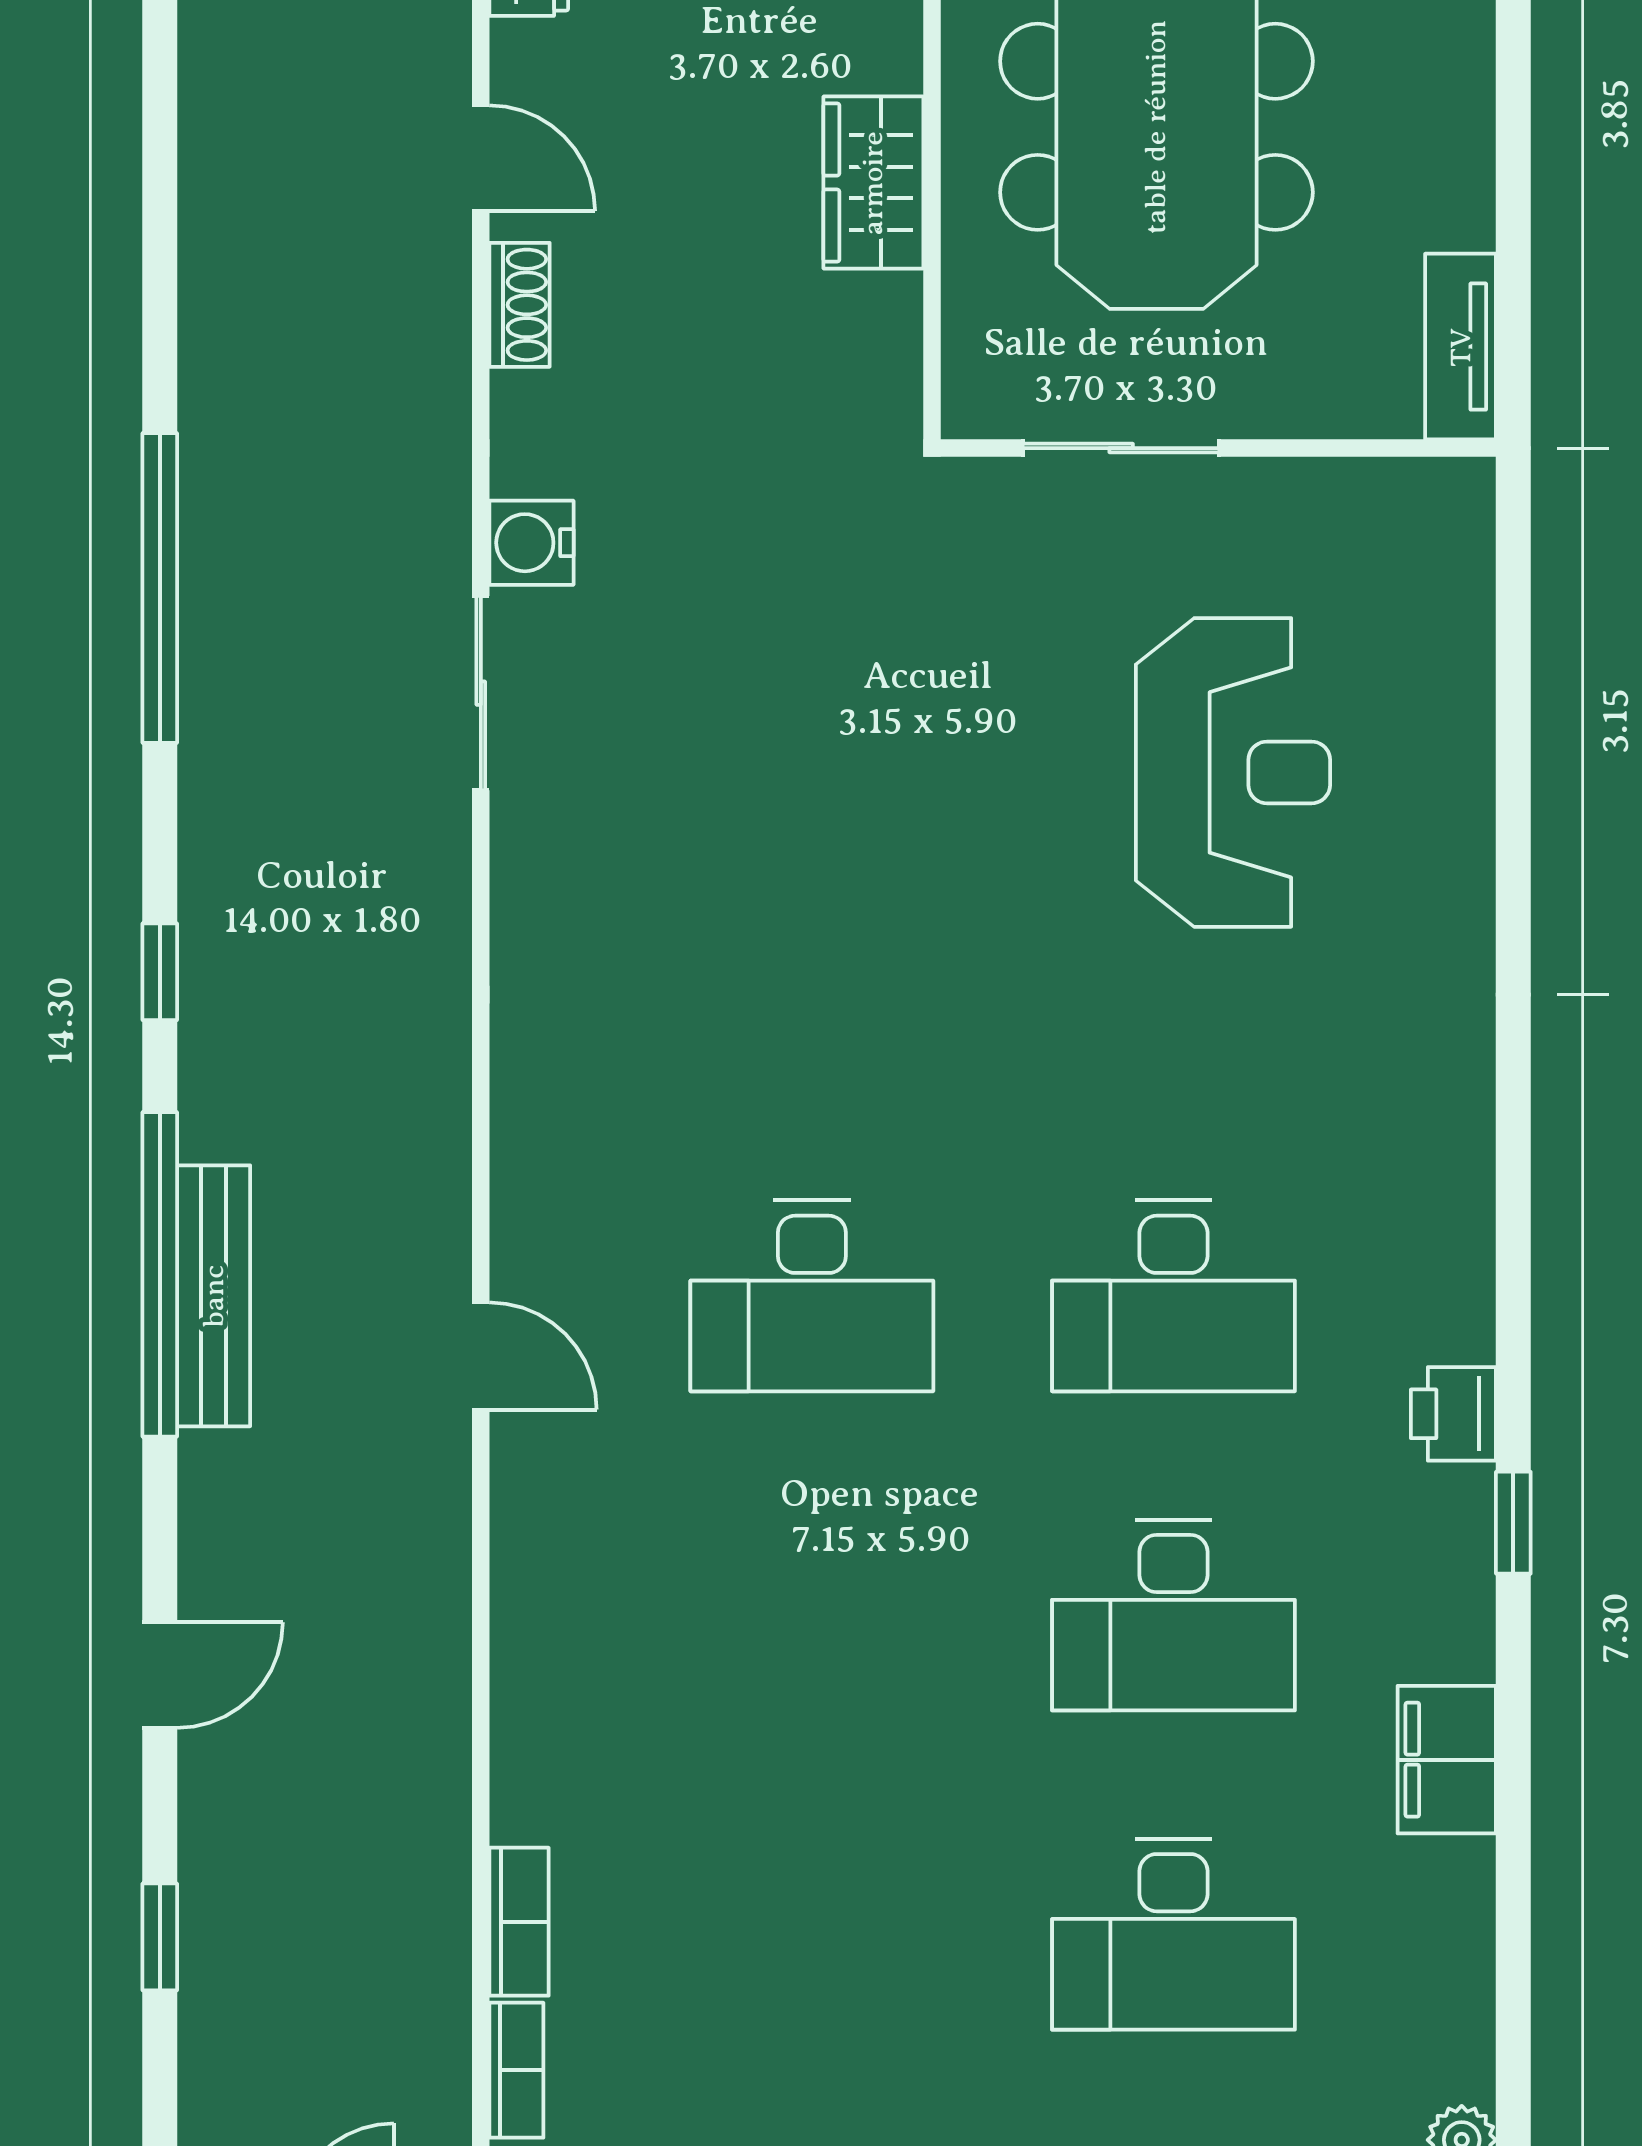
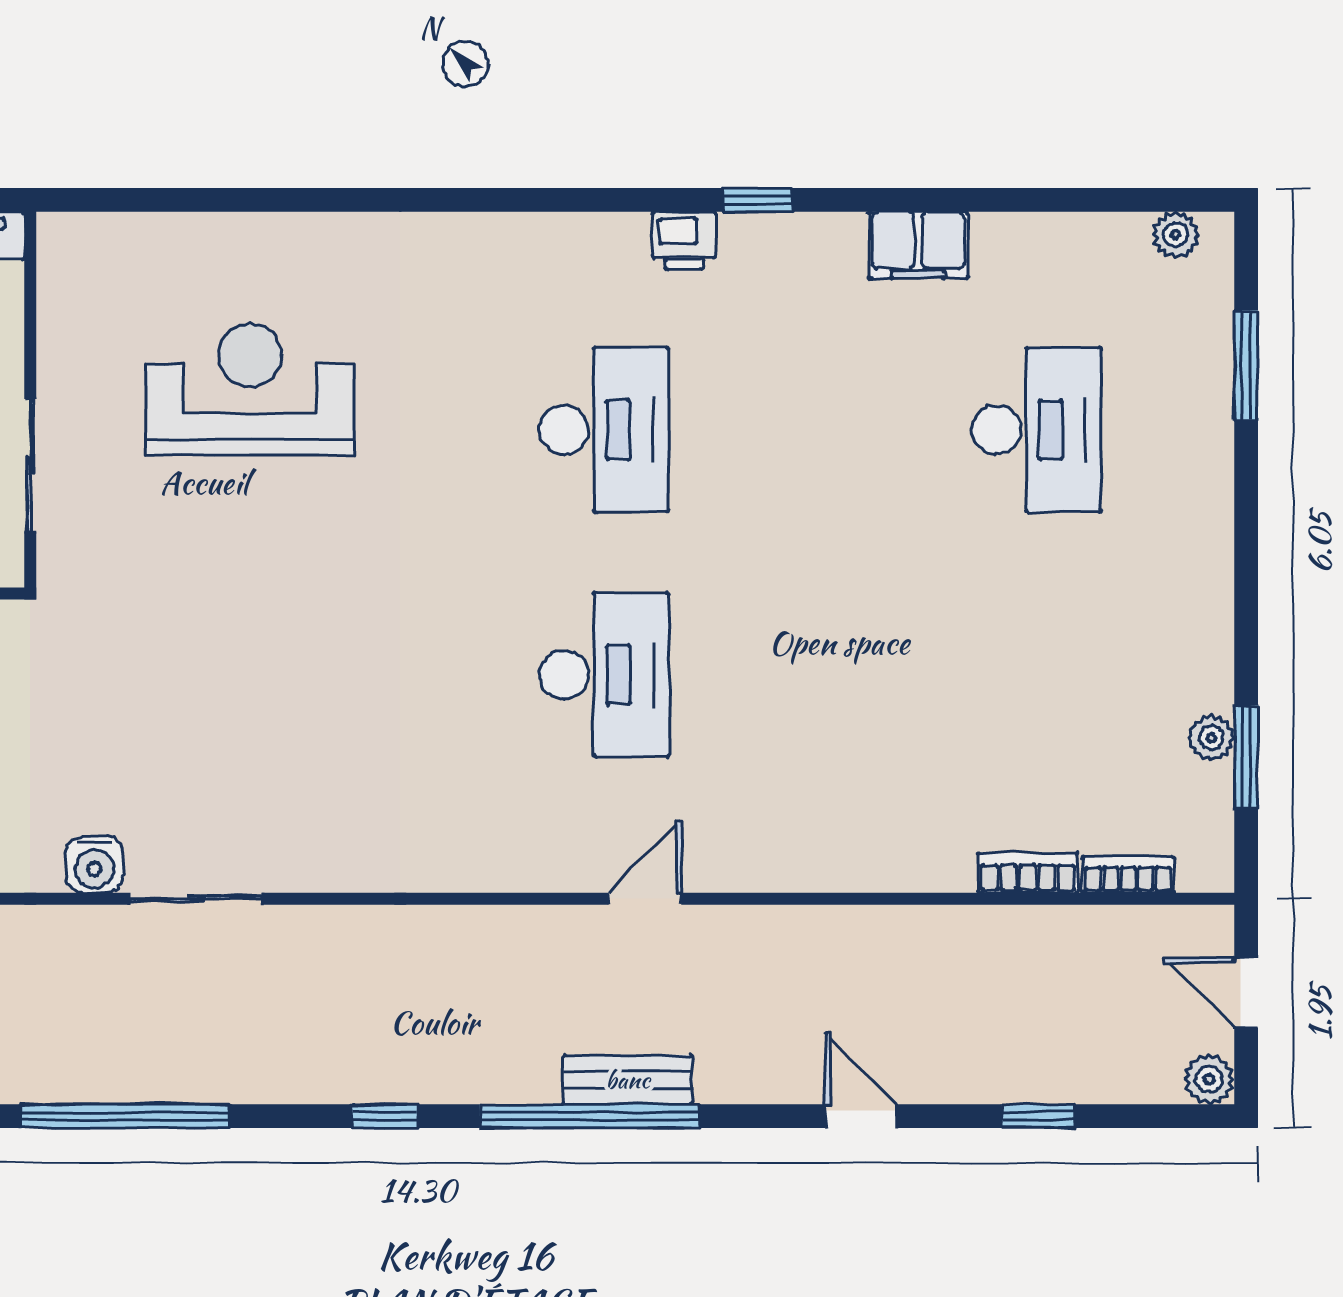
bench: (214, 1296) -> (628, 1080), width x0.73
desk: (1174, 1615) -> (820, 430), removed

